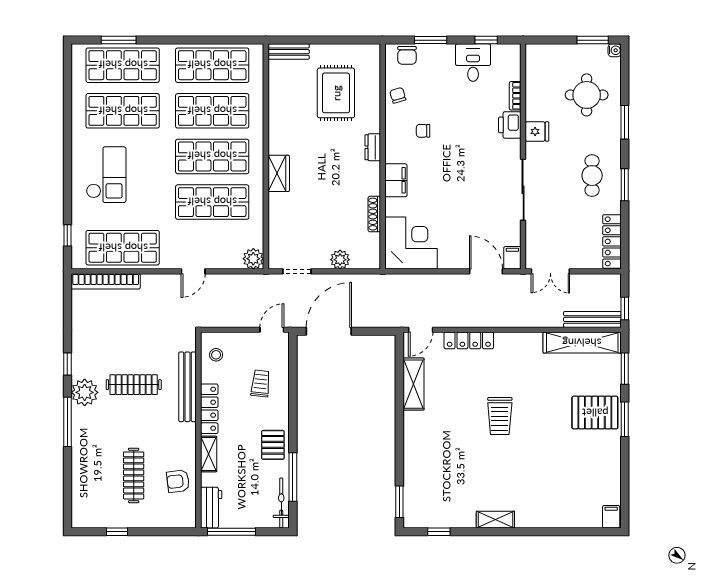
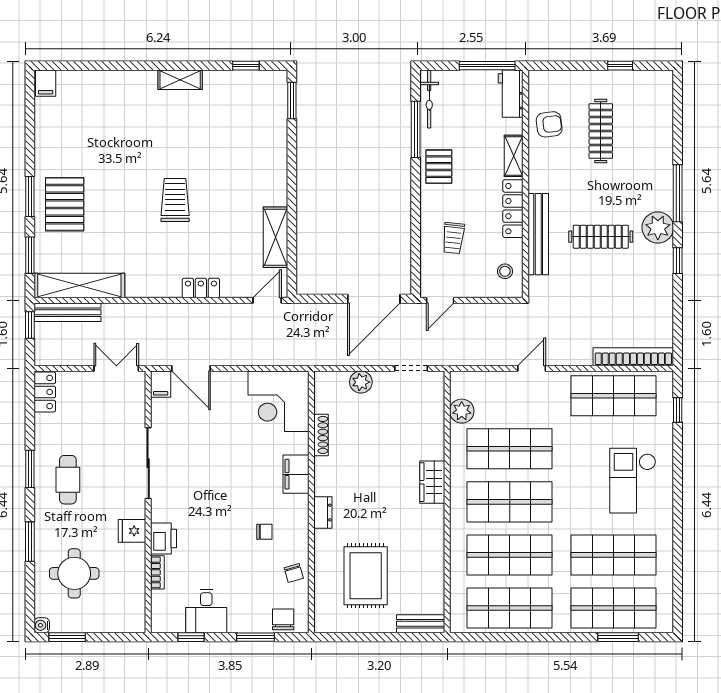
locker: (612, 241) -> (45, 392), width x0.66
plant: (253, 259) -> (462, 411), moved
locker: (469, 340) -> (201, 288), width x0.66
pallet: (595, 413) -> (65, 204), turned 90

